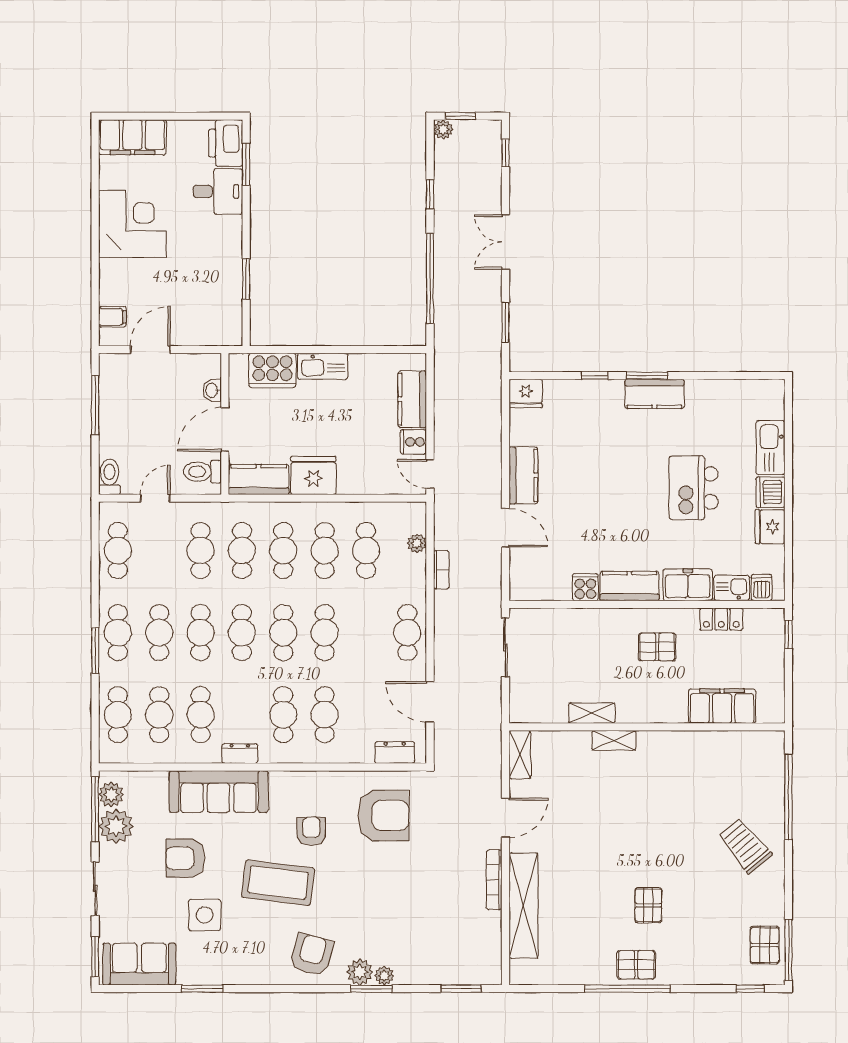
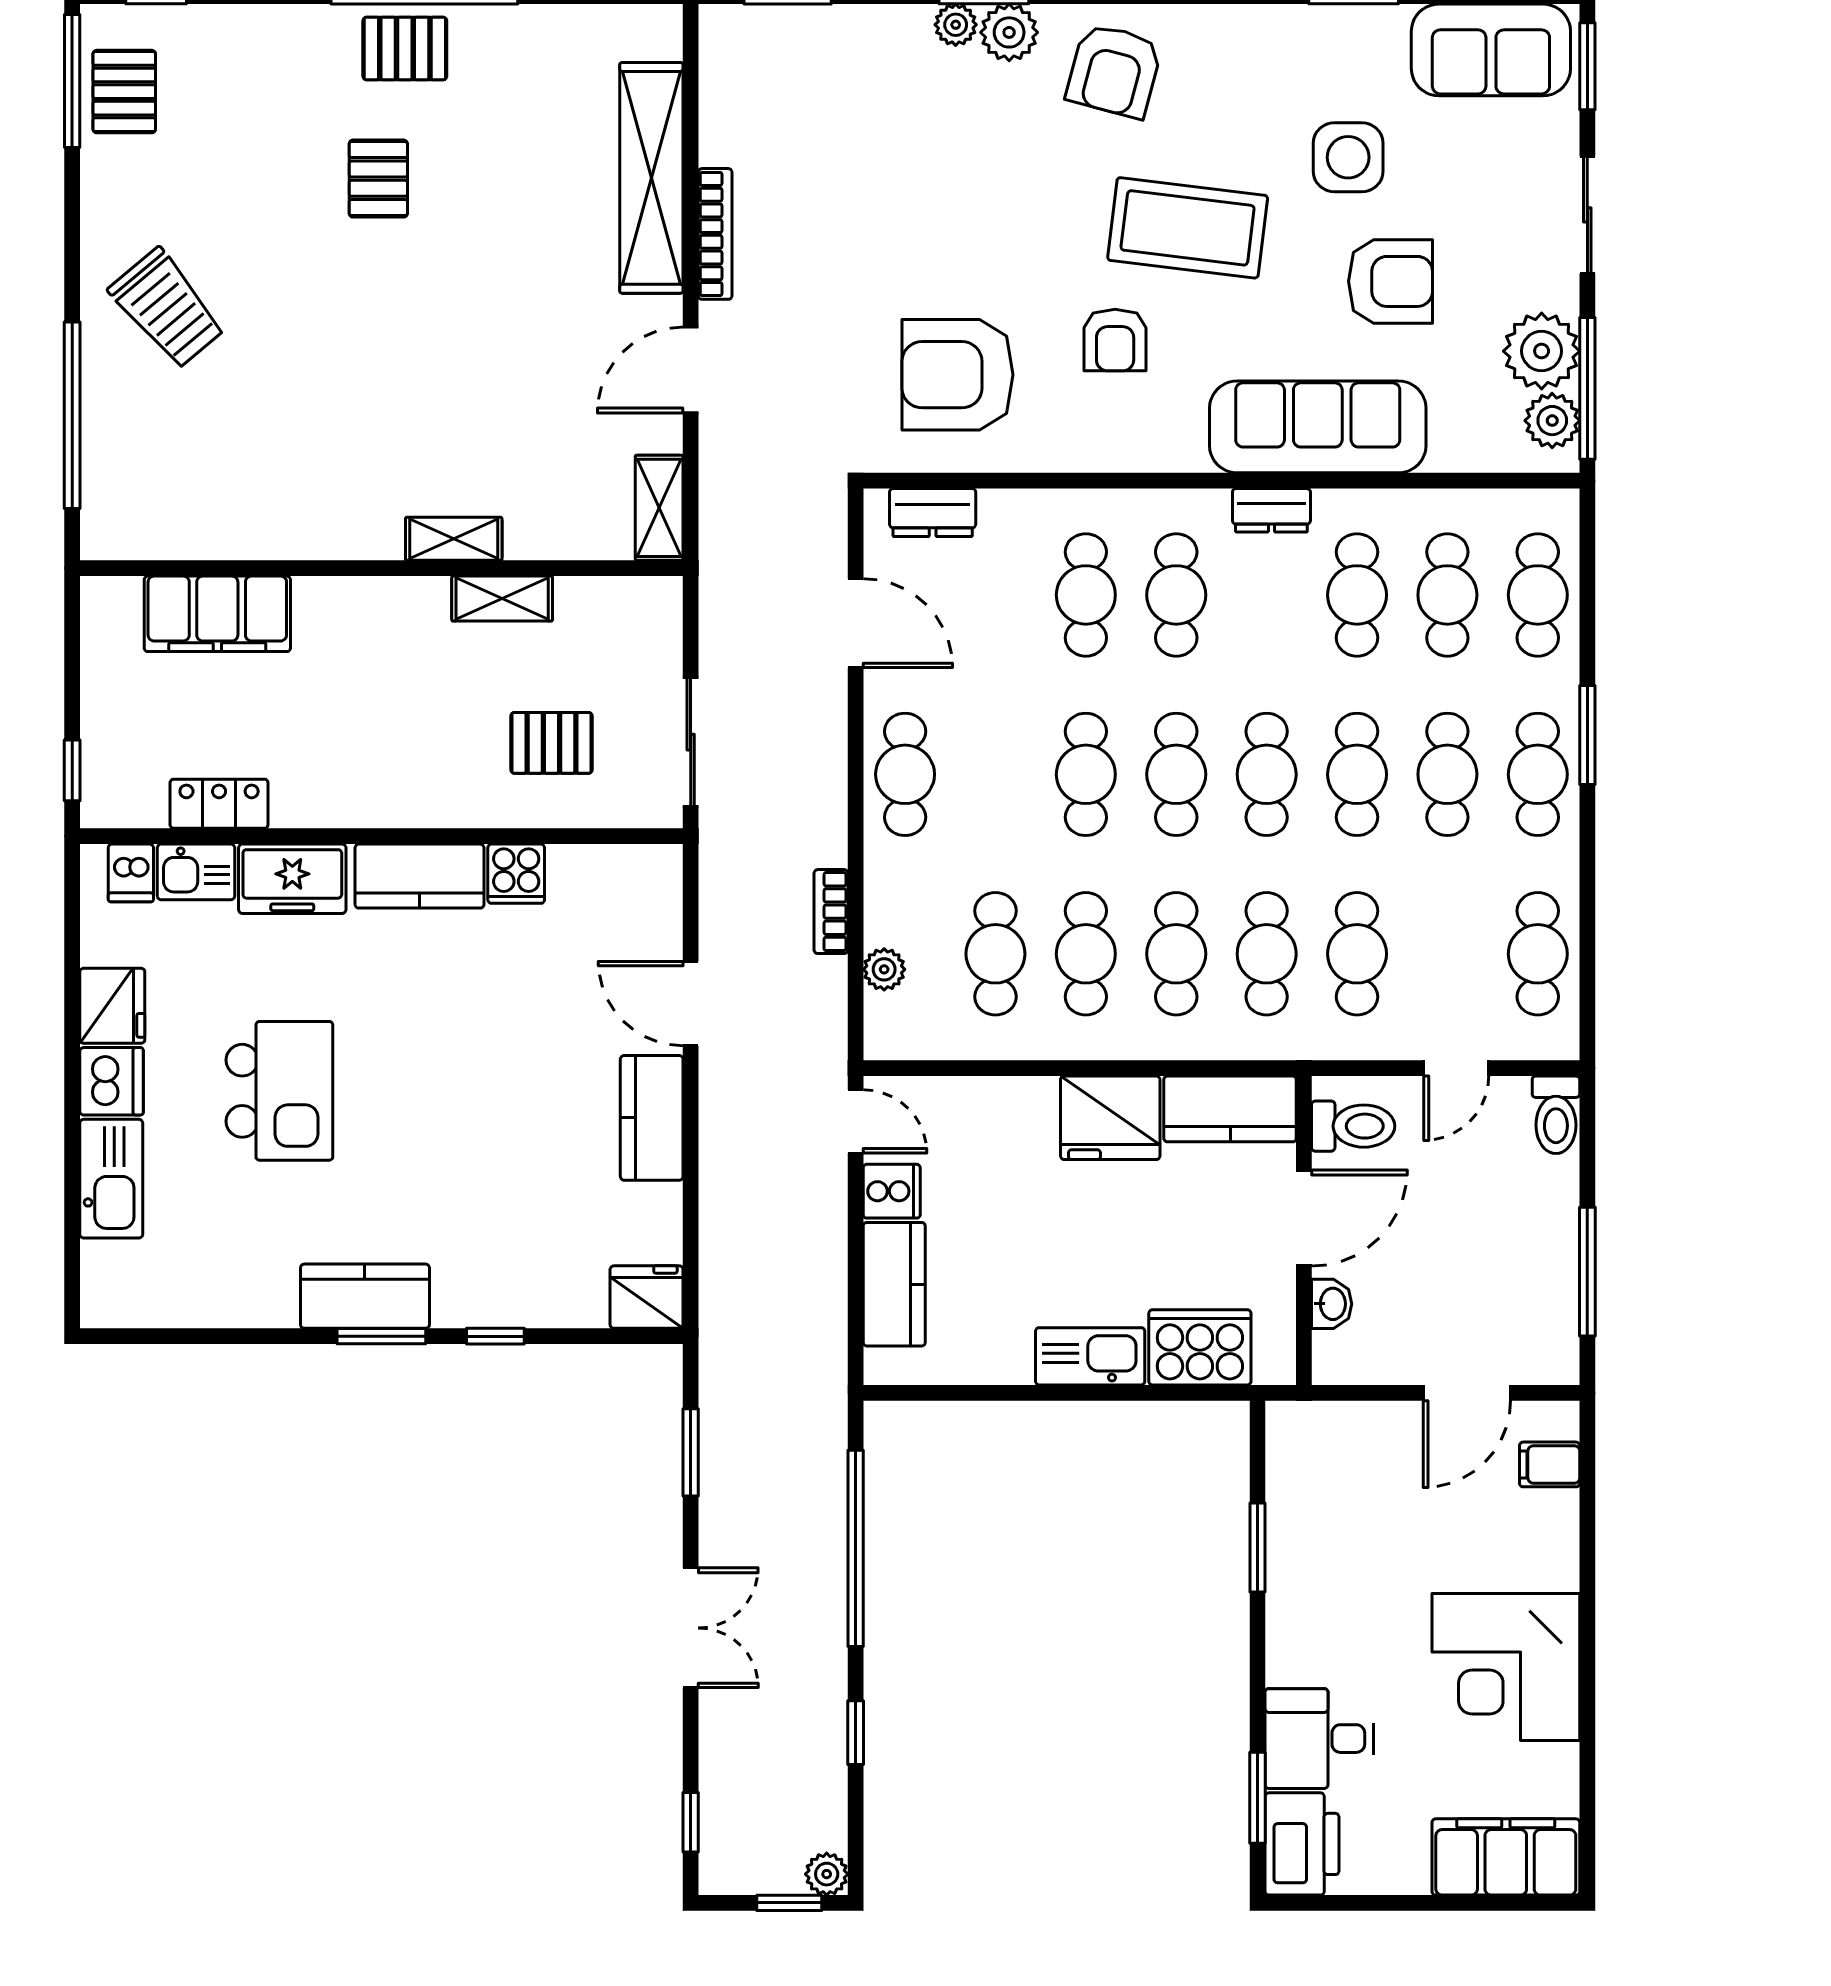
pallet: (657, 647) -> (551, 743), moved

